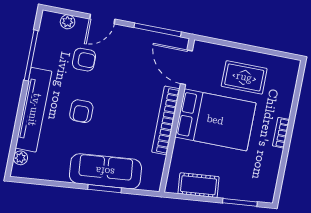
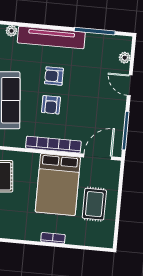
armchair: (84, 60) -> (51, 105), moved

